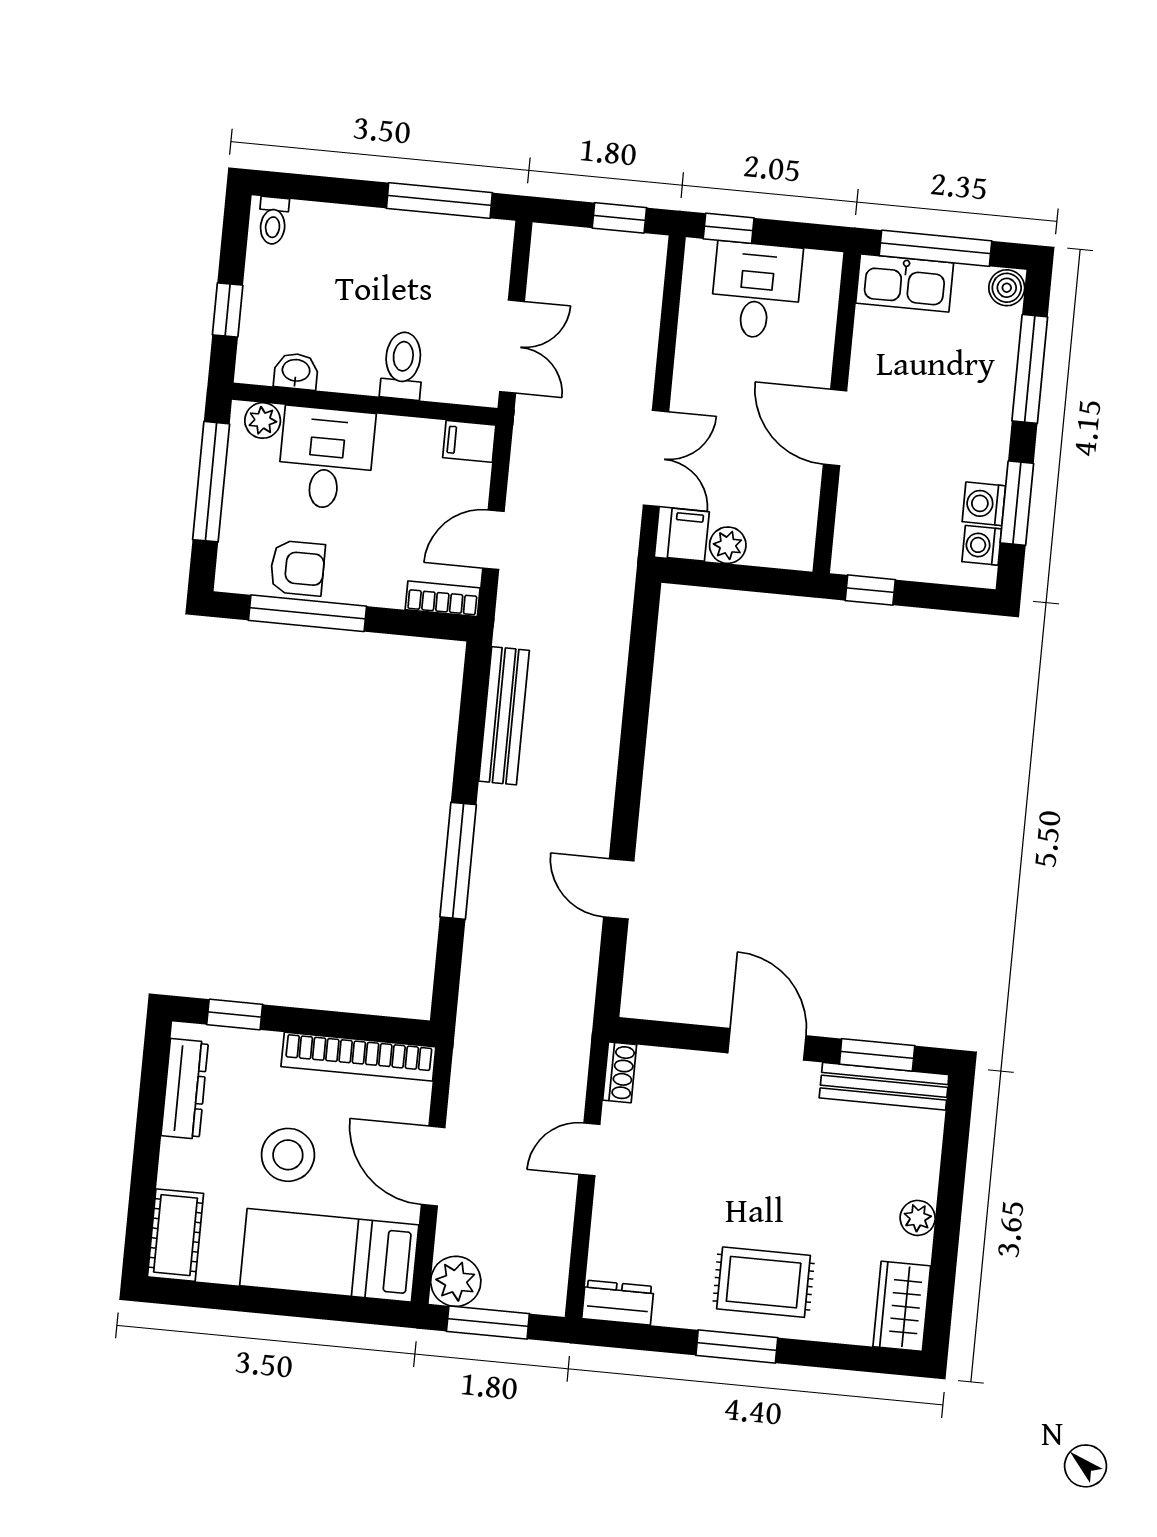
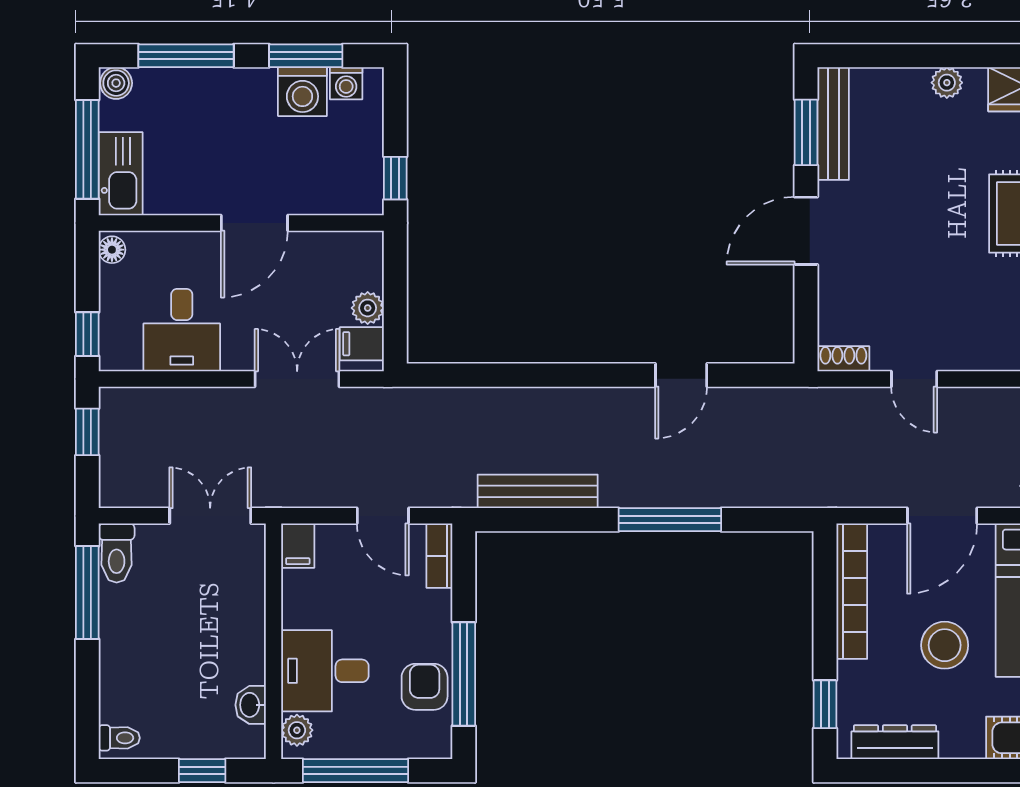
floor lamp: (821, 265) -> (112, 250), added
desk: (756, 291) -> (182, 330), moved, turned -90
toilet: (402, 366) -> (117, 553), moved, turned -90
washing machine: (984, 504) -> (302, 92), width x1.38, depth x1.38

